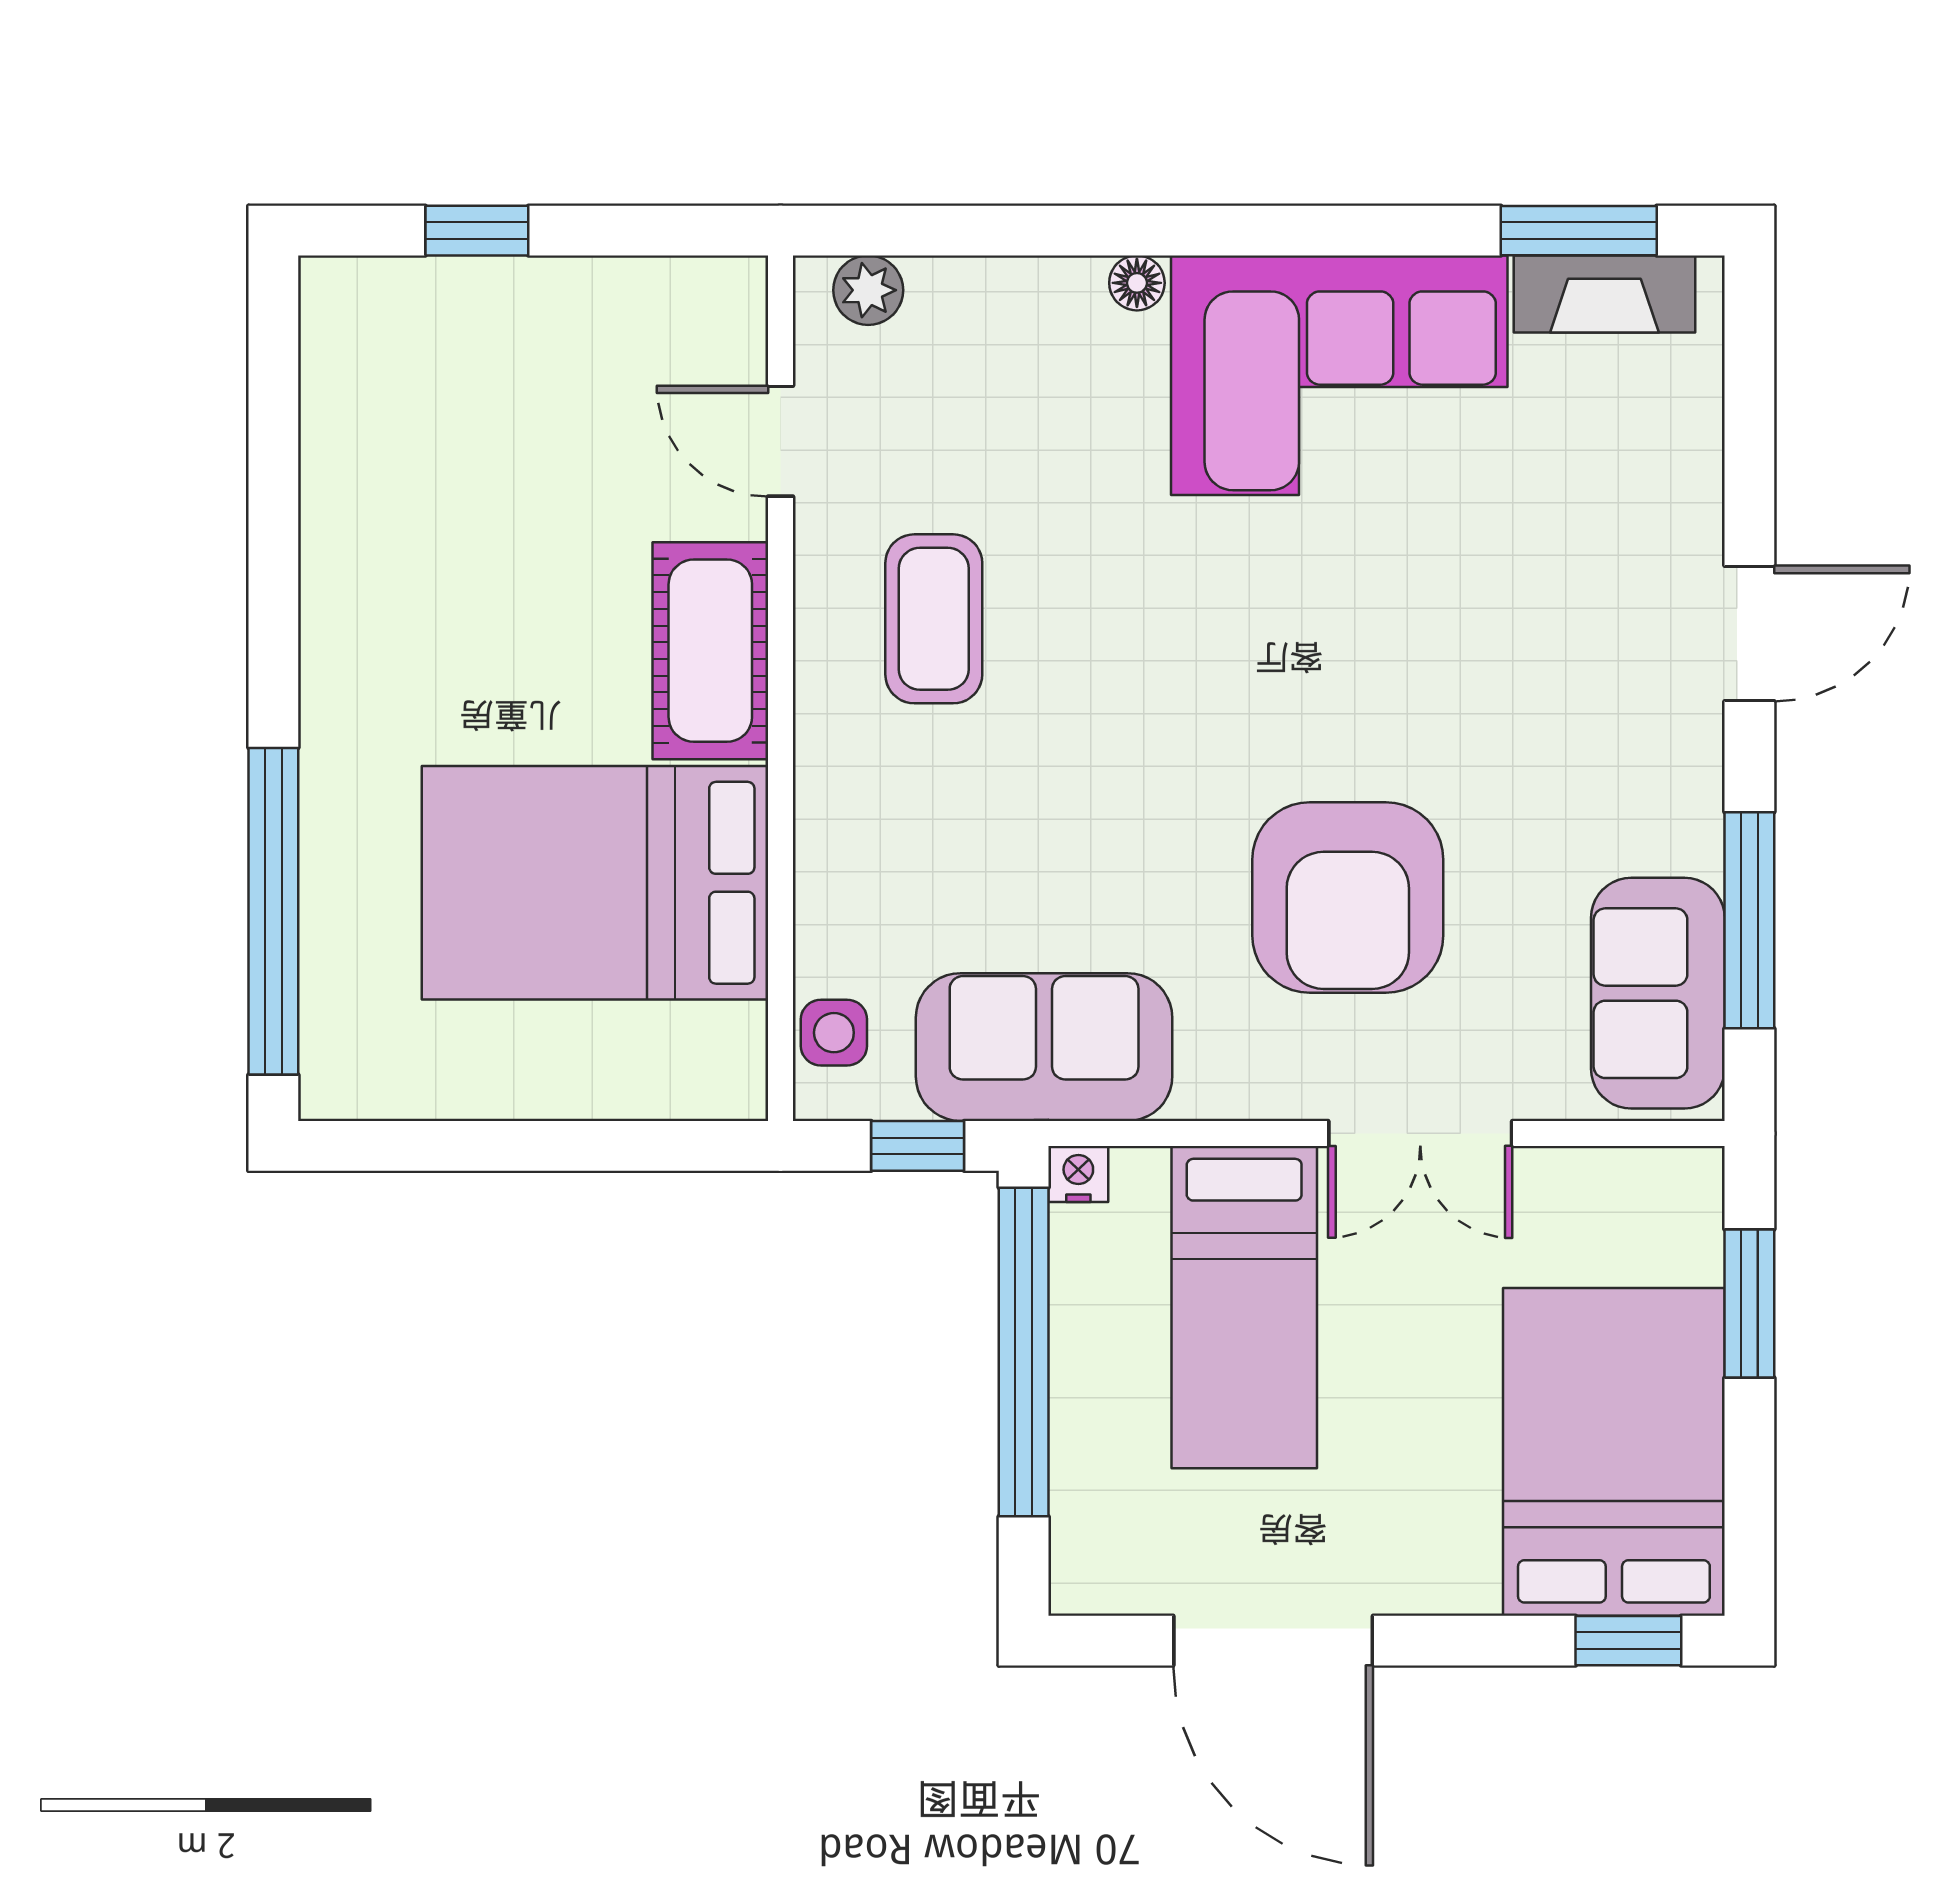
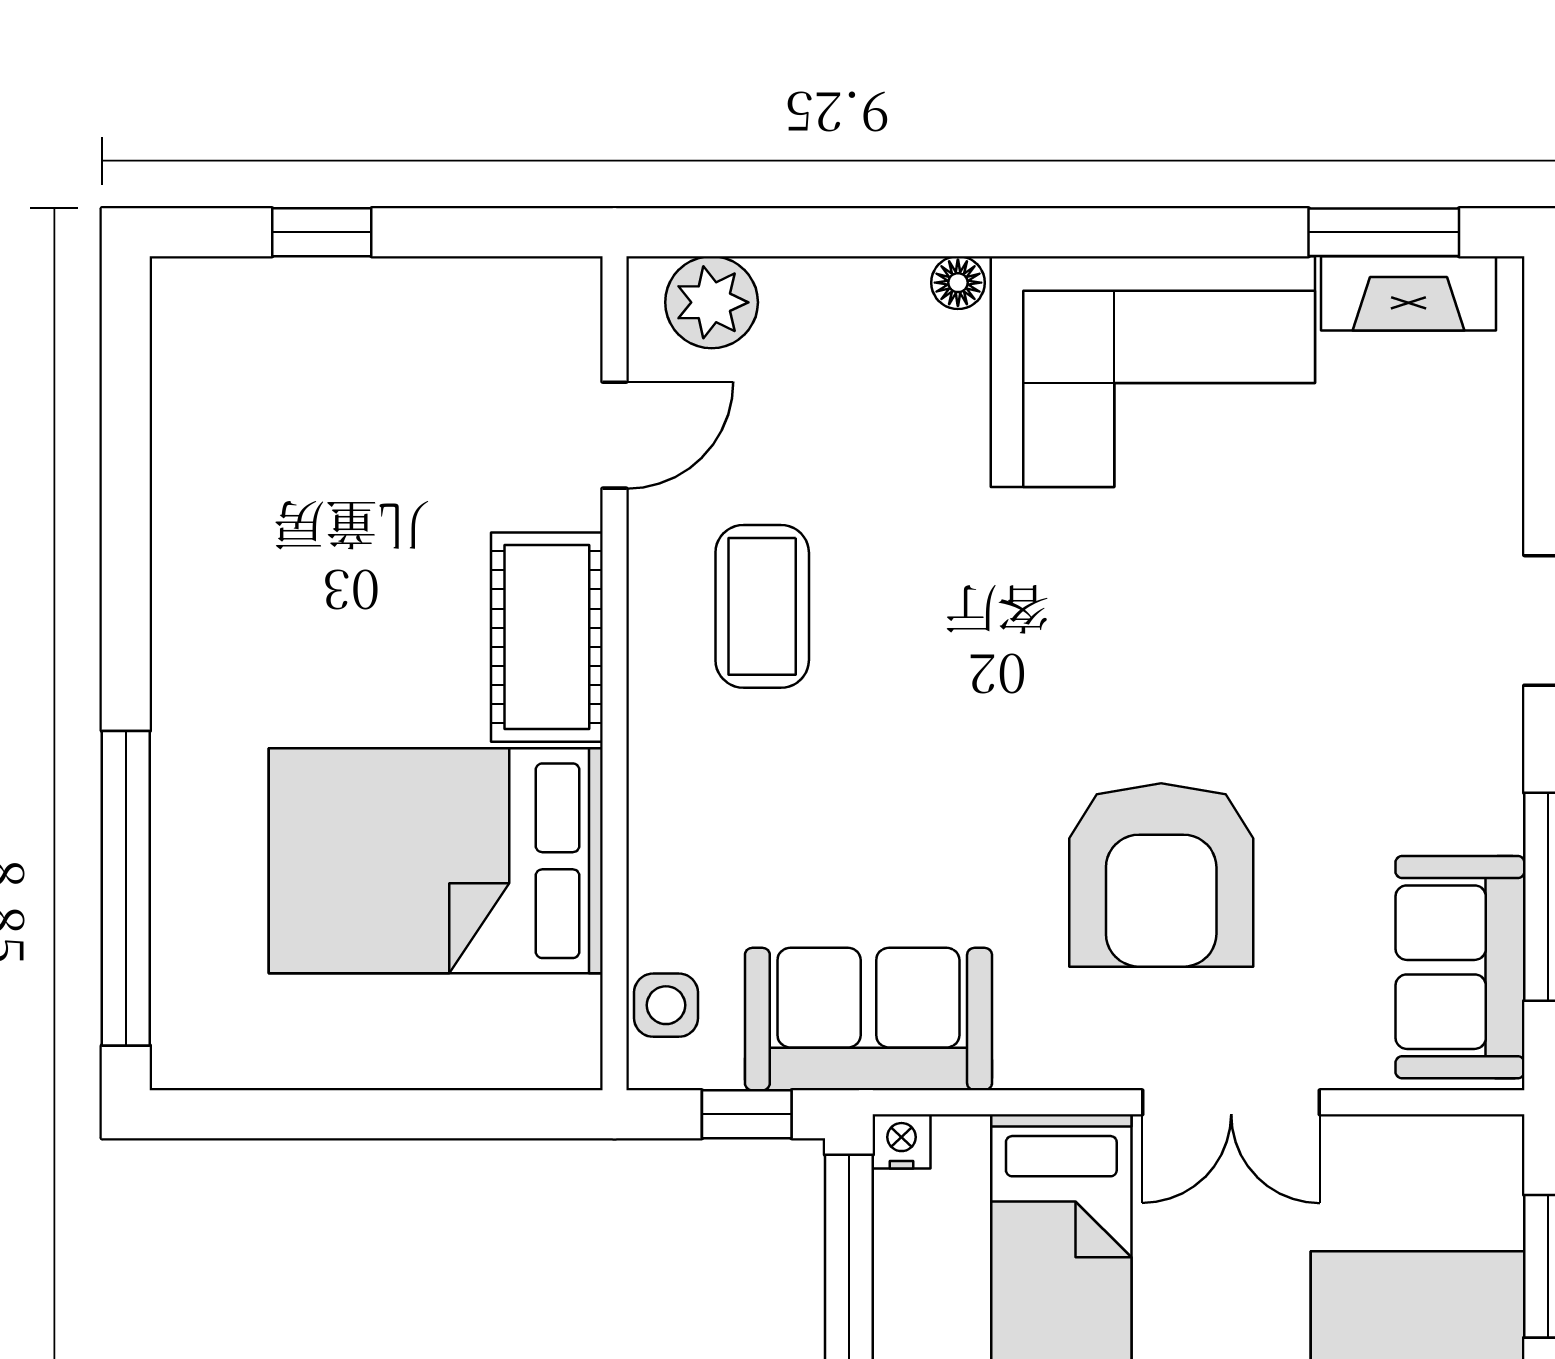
plant: (868, 290) -> (712, 302), width x1.38, depth x1.38
door: (780, 441) -> (614, 435), swing flipped

